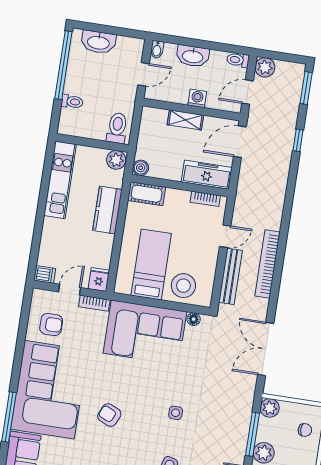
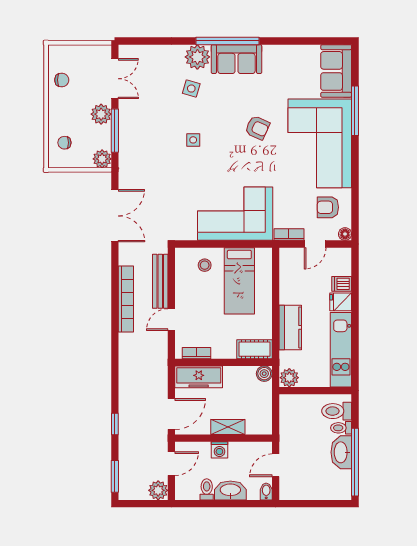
washbasin: (98, 42) -> (341, 452), moved, turned -90
toilet: (238, 60) -> (207, 489), moved, turned -90
toilet: (117, 128) -> (337, 411), moved, turned 90
dishwasher: (45, 274) -> (342, 284), moved
fridge: (99, 280) -> (341, 302), moved, turned 90
stool: (183, 286) -> (205, 265), width x0.53, depth x0.53
floor lamp: (194, 319) -> (345, 234), moved

